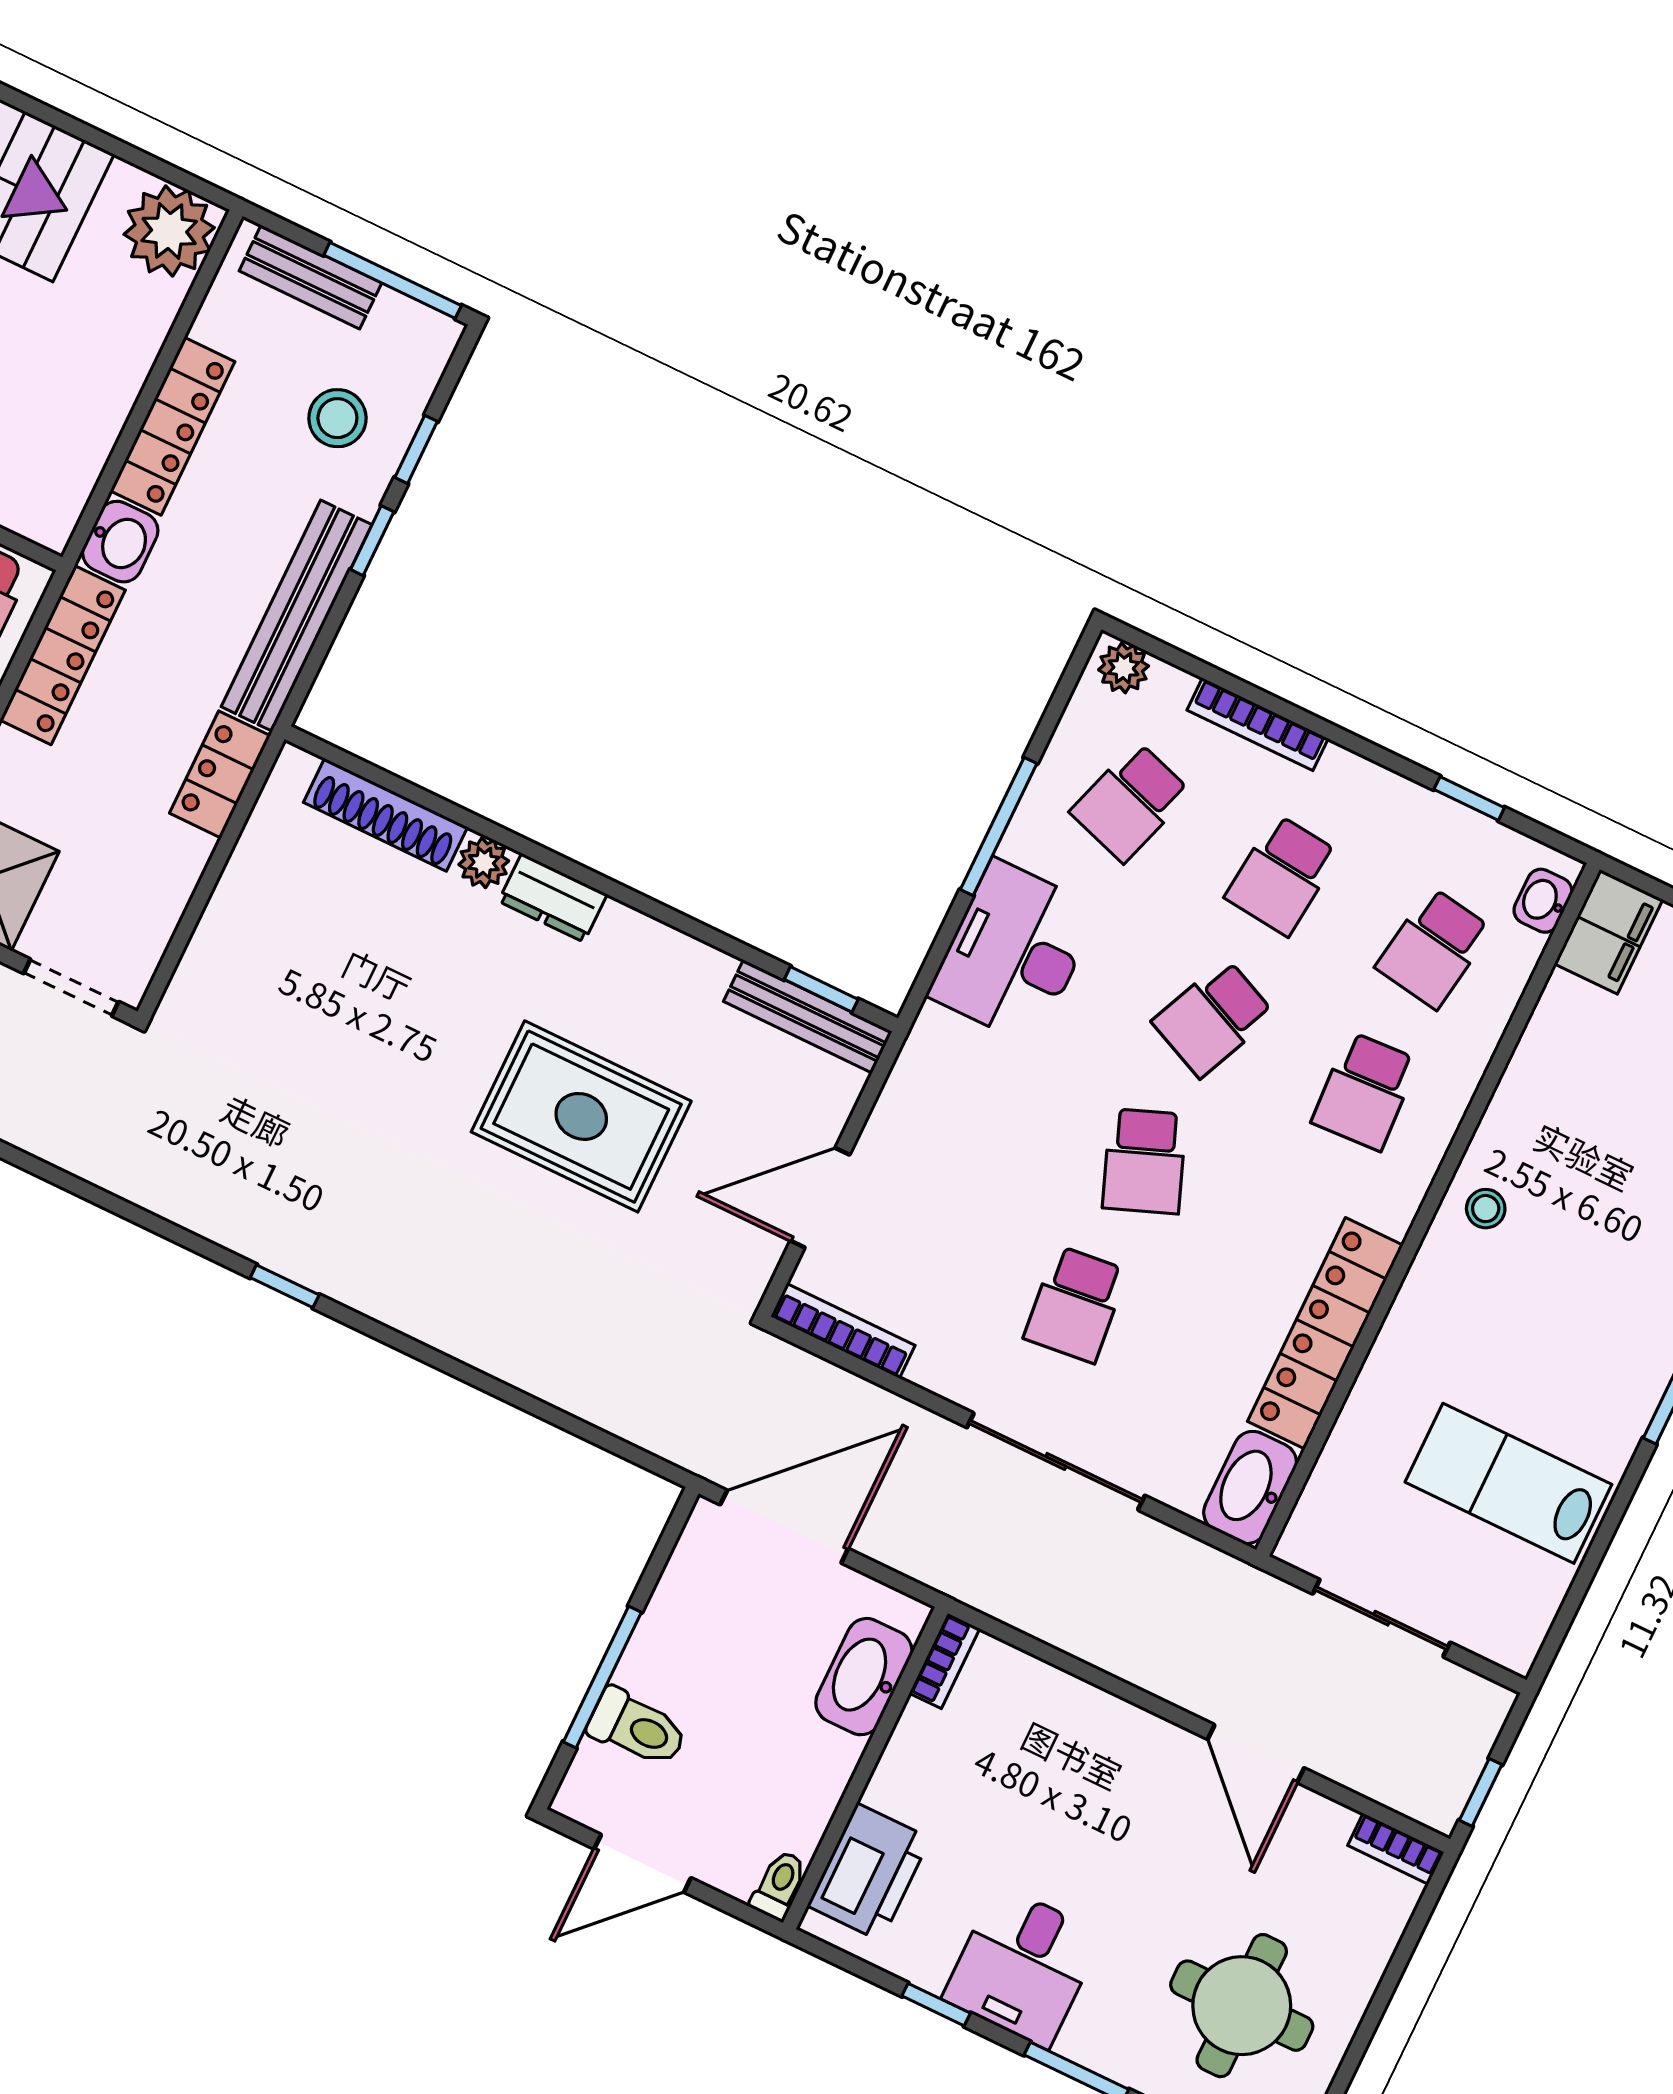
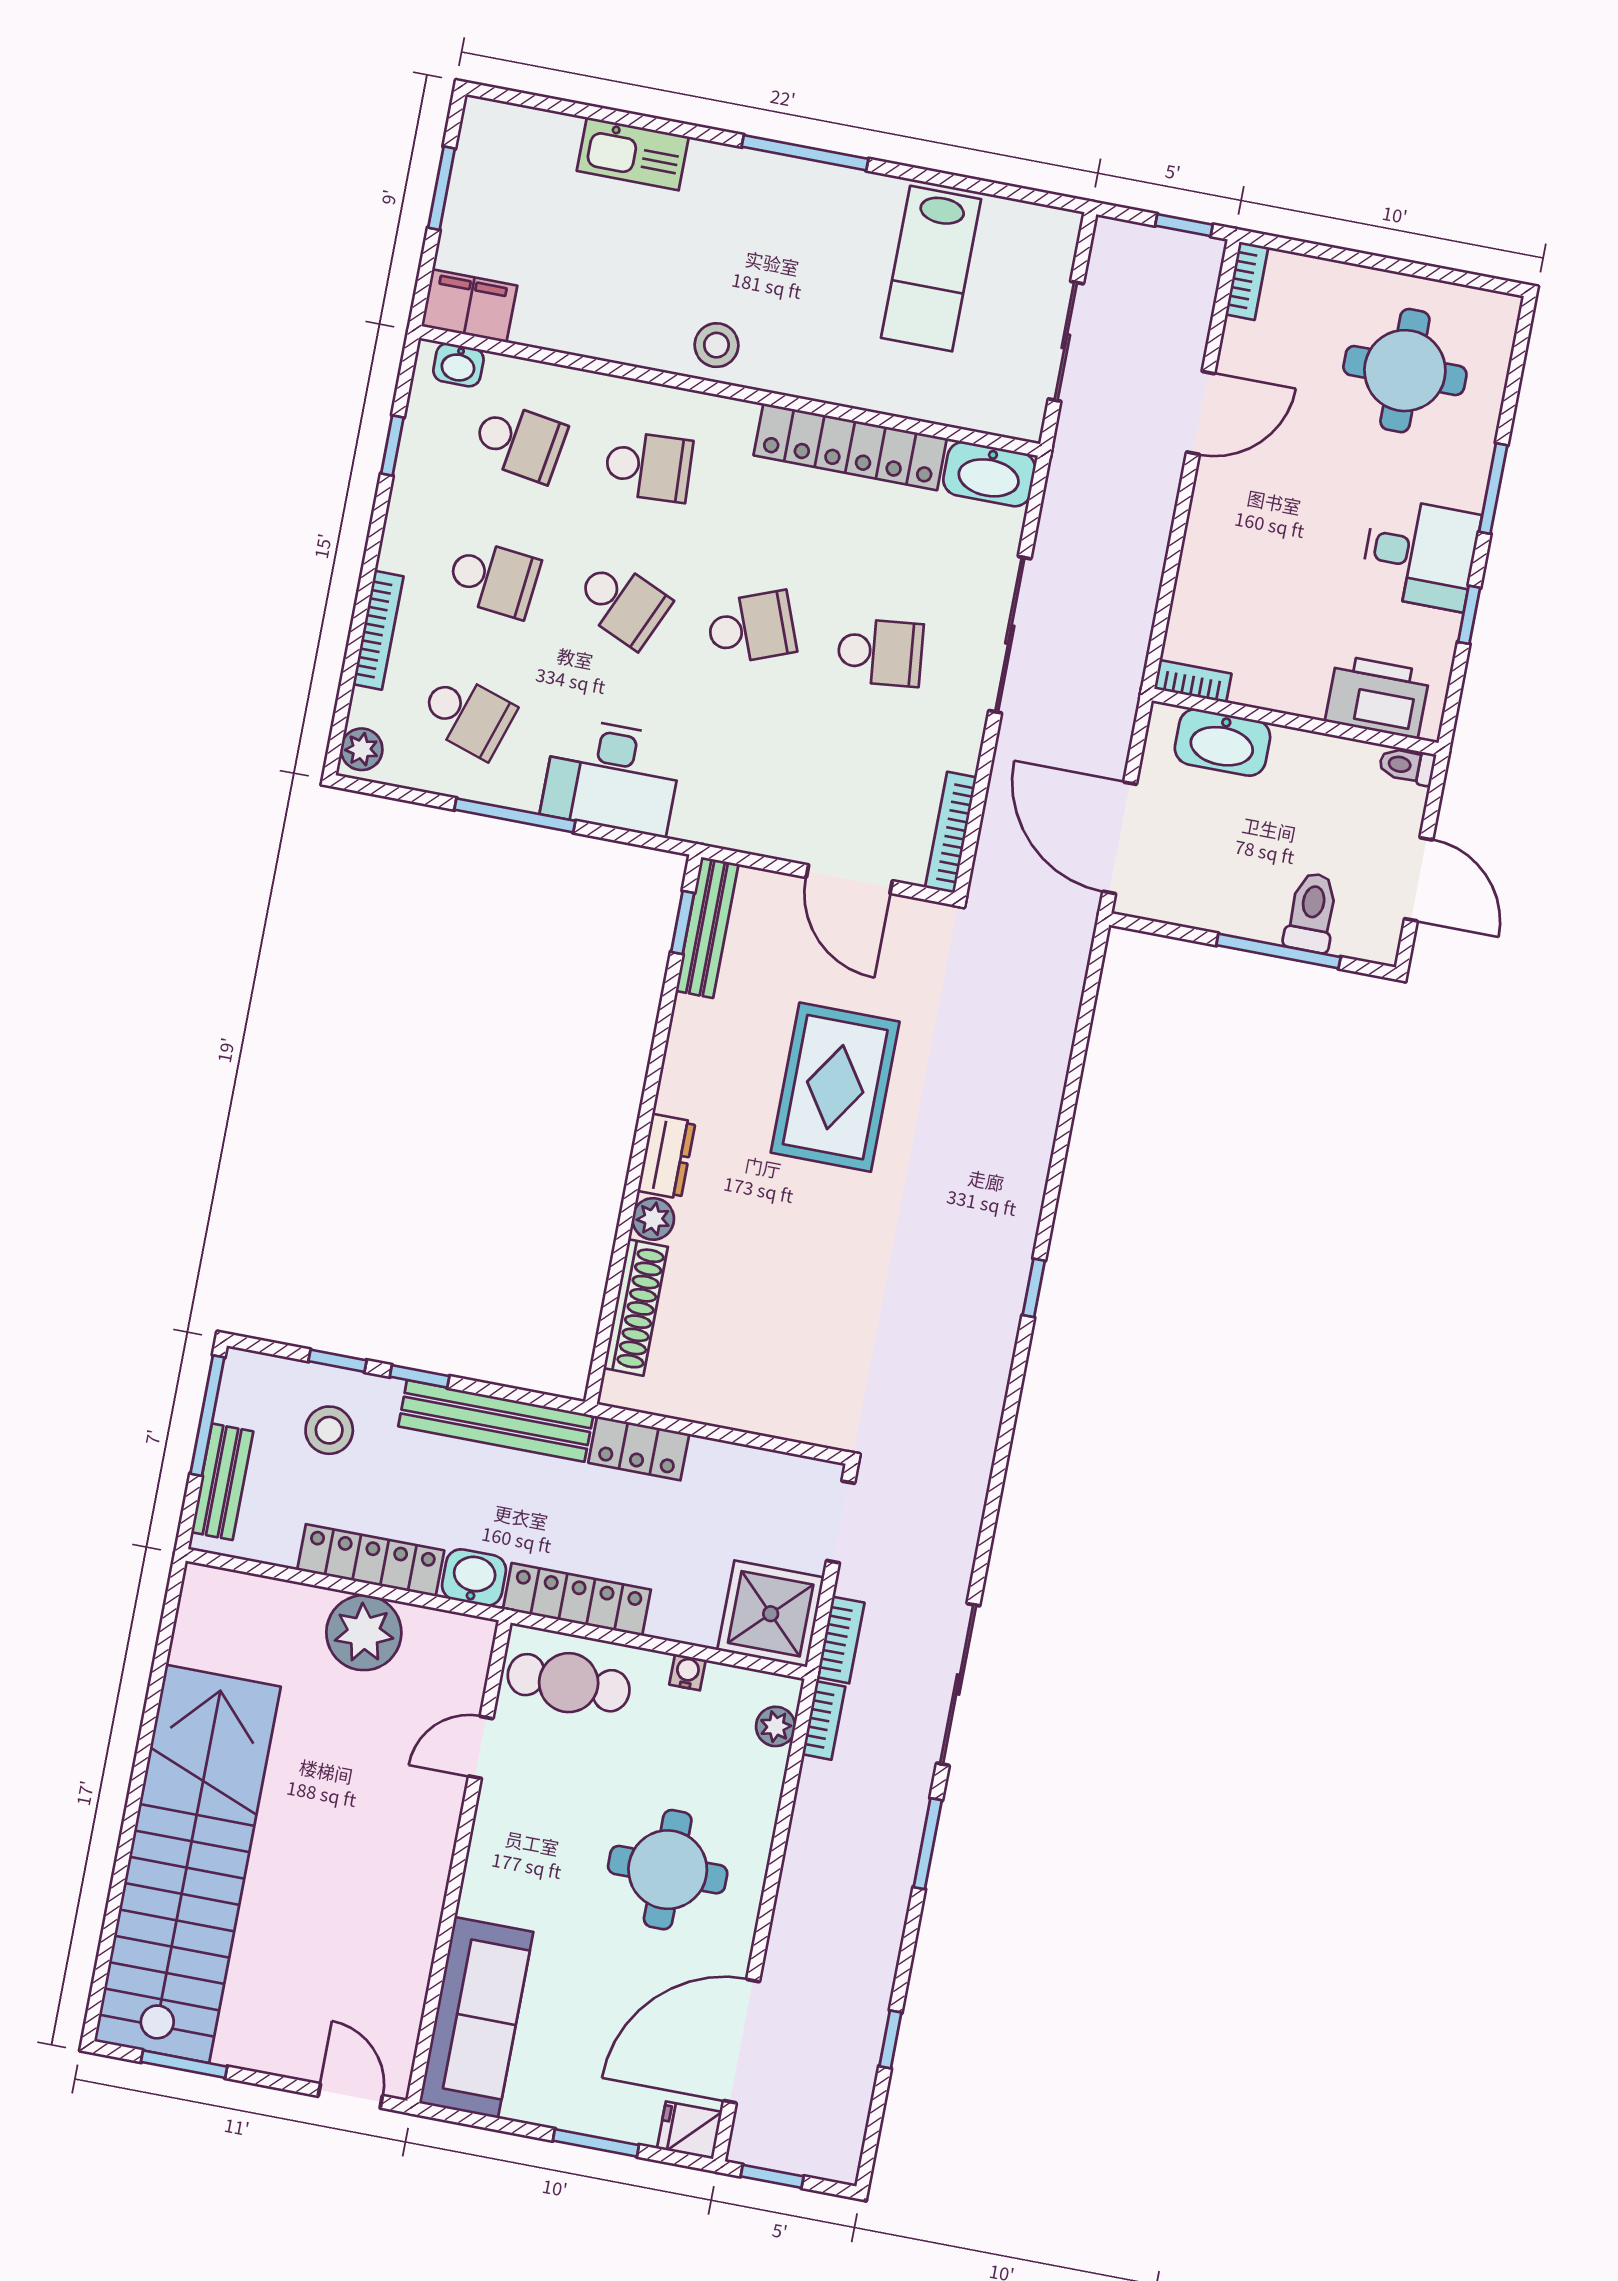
plant: (169, 231) -> (364, 1633), moved
stool: (1486, 1209) -> (716, 345), width x1.37, depth x1.37

